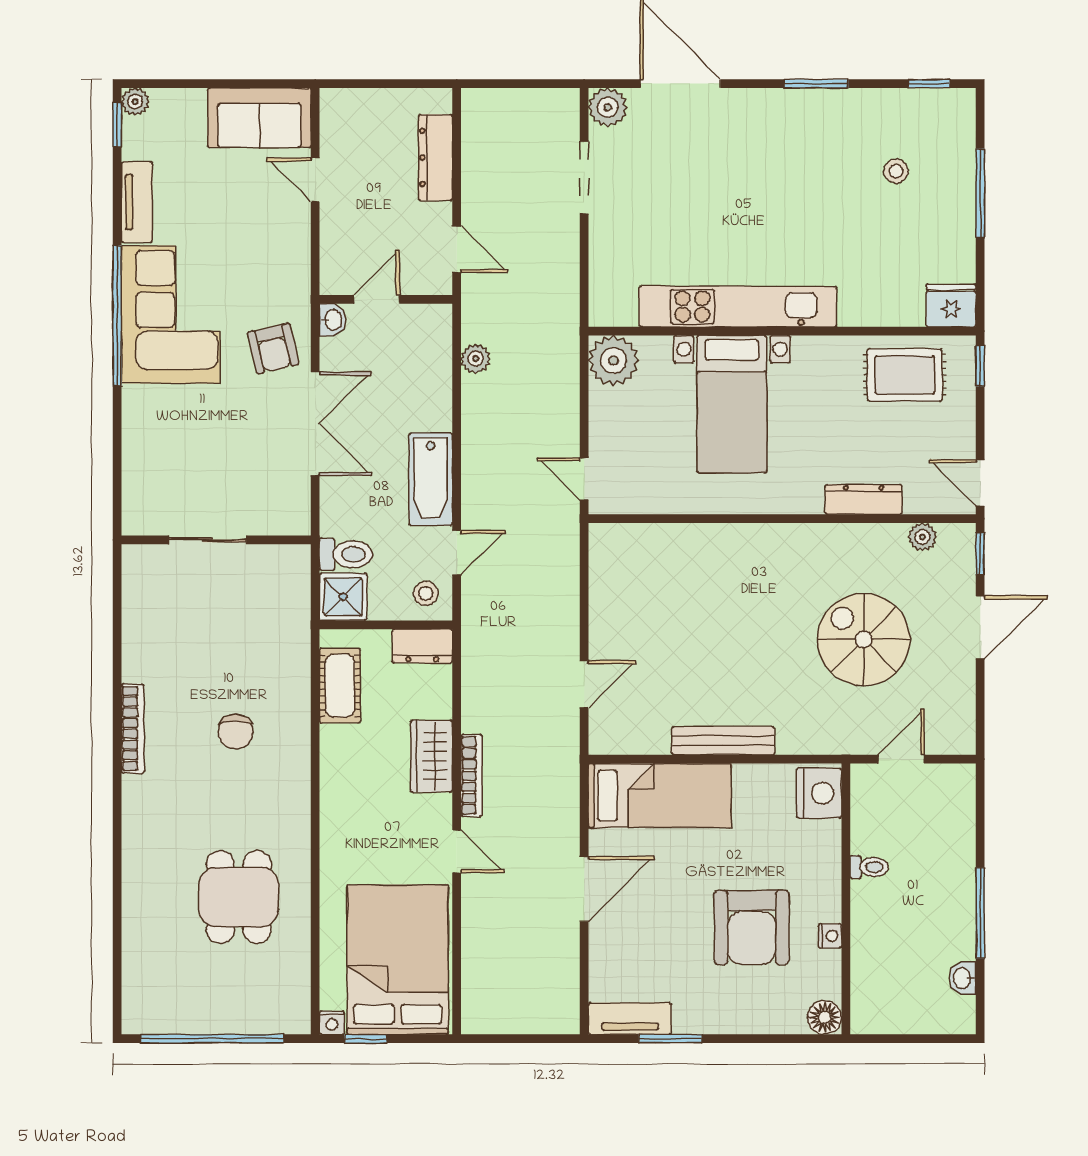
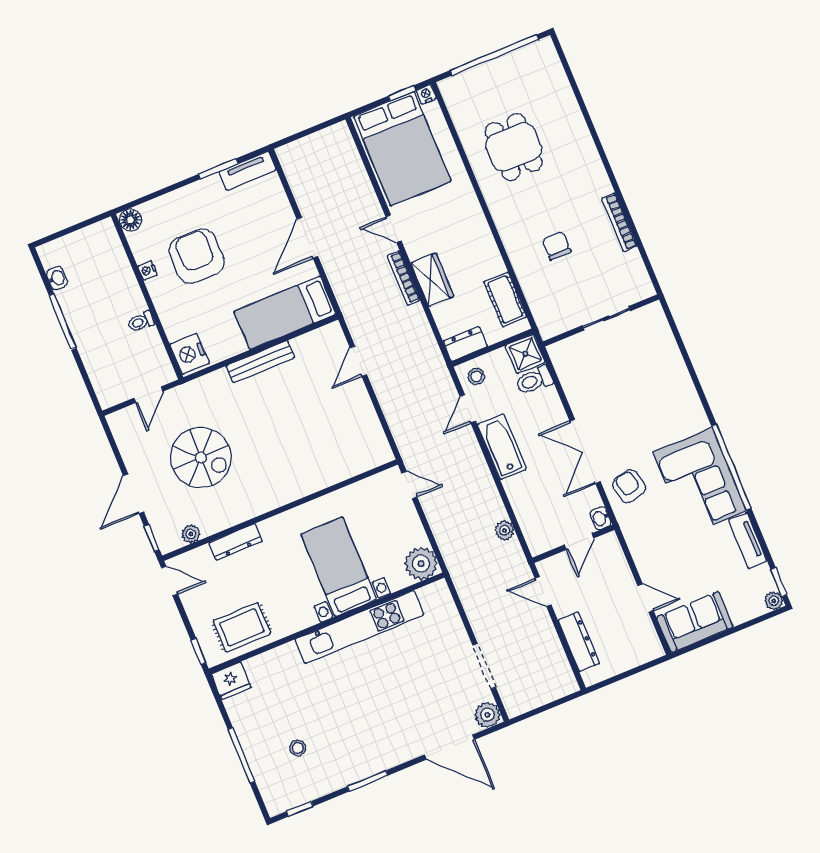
sliding door: (207, 540) -> (606, 318), moved
wall: (216, 540) -> (601, 320), moved

